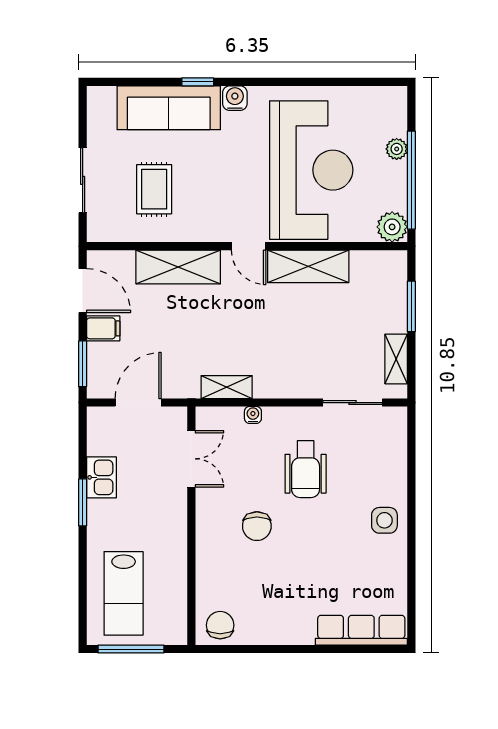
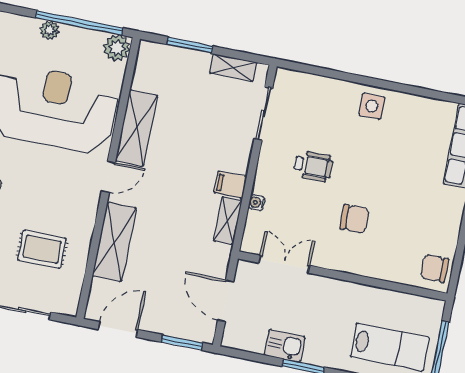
filing cabinet: (103, 328) -> (230, 185), moved, turned -90
wheelchair: (306, 469) -> (313, 166), width x0.73, depth x0.73

